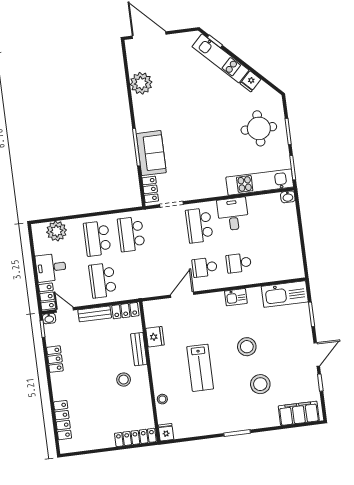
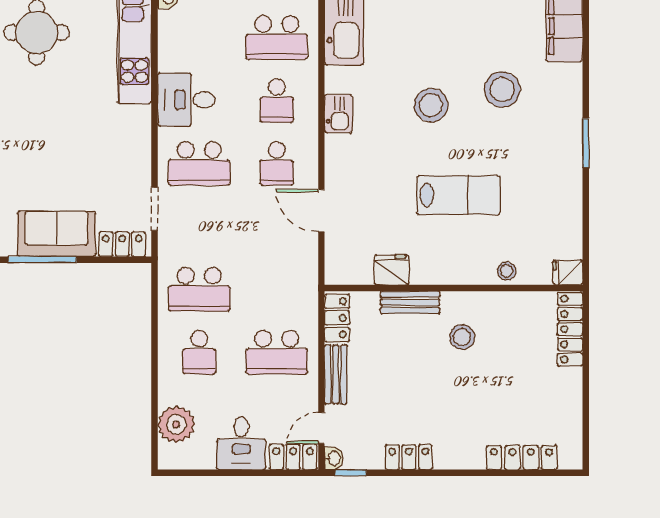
school desk: (97, 238) -> (199, 352), width x0.54
school desk: (273, 259) -> (277, 38), added

